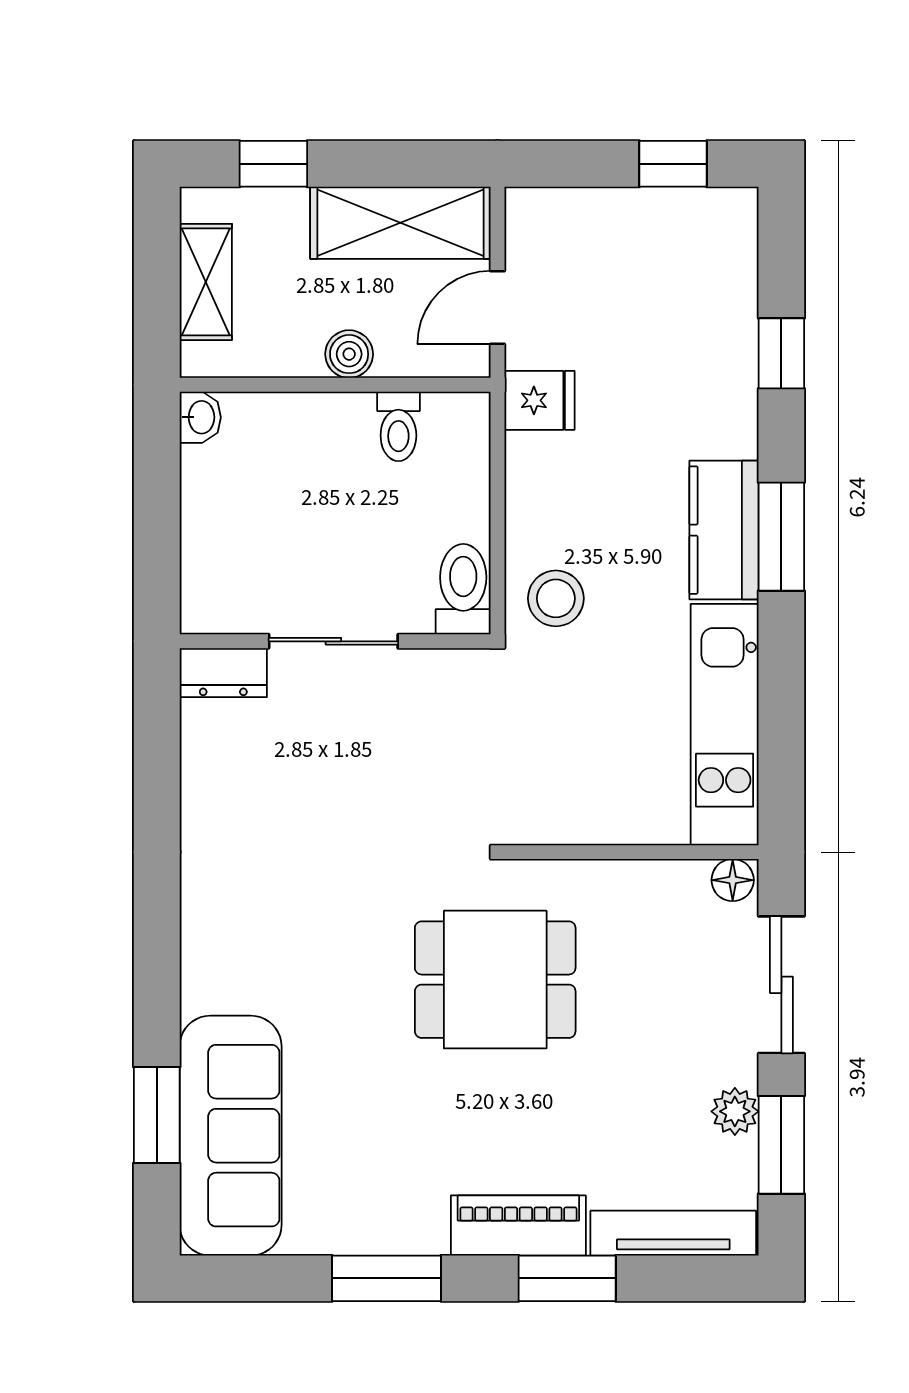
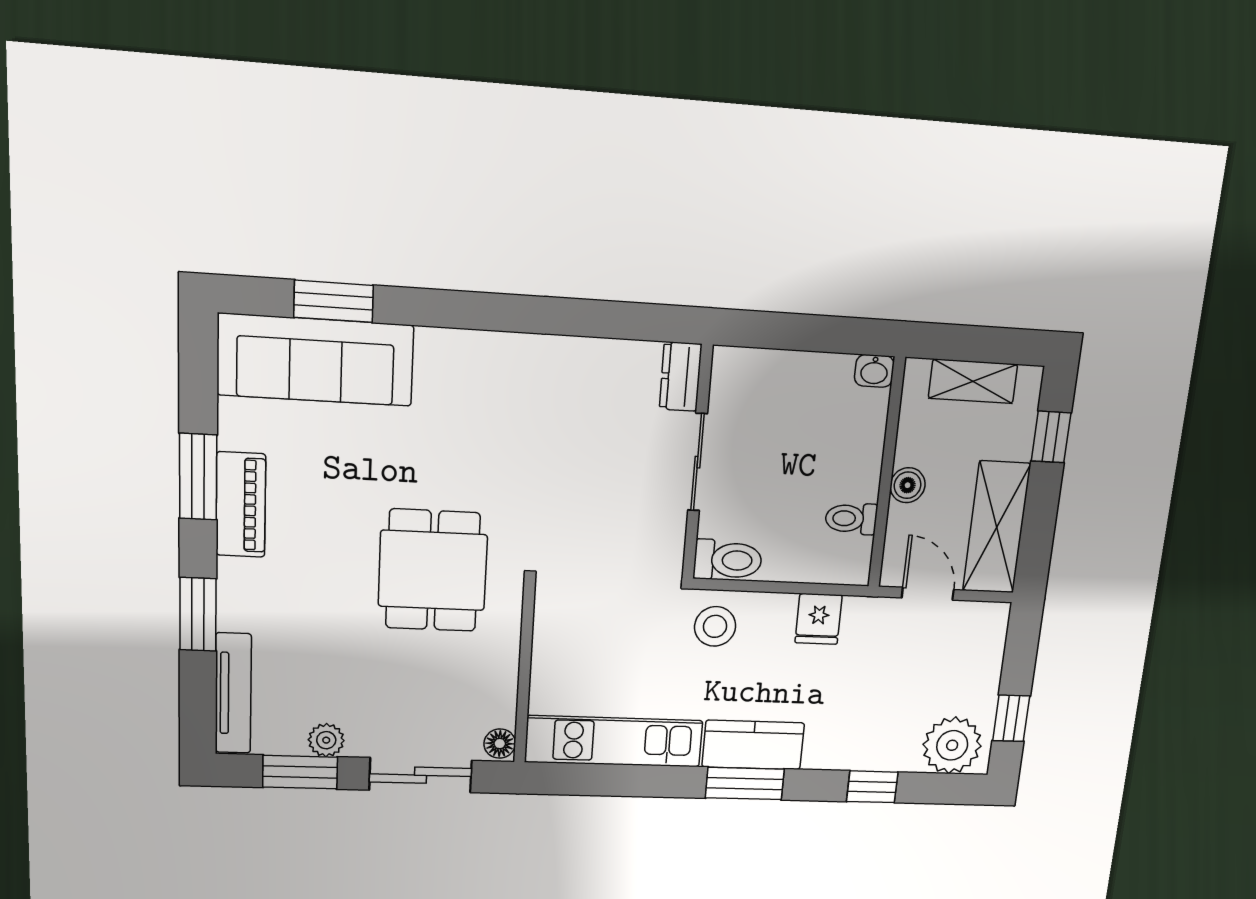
plant: (716, 245) -> (952, 745), added
fridge: (540, 400) -> (819, 619), moved
piano: (518, 1225) -> (241, 505), moved

